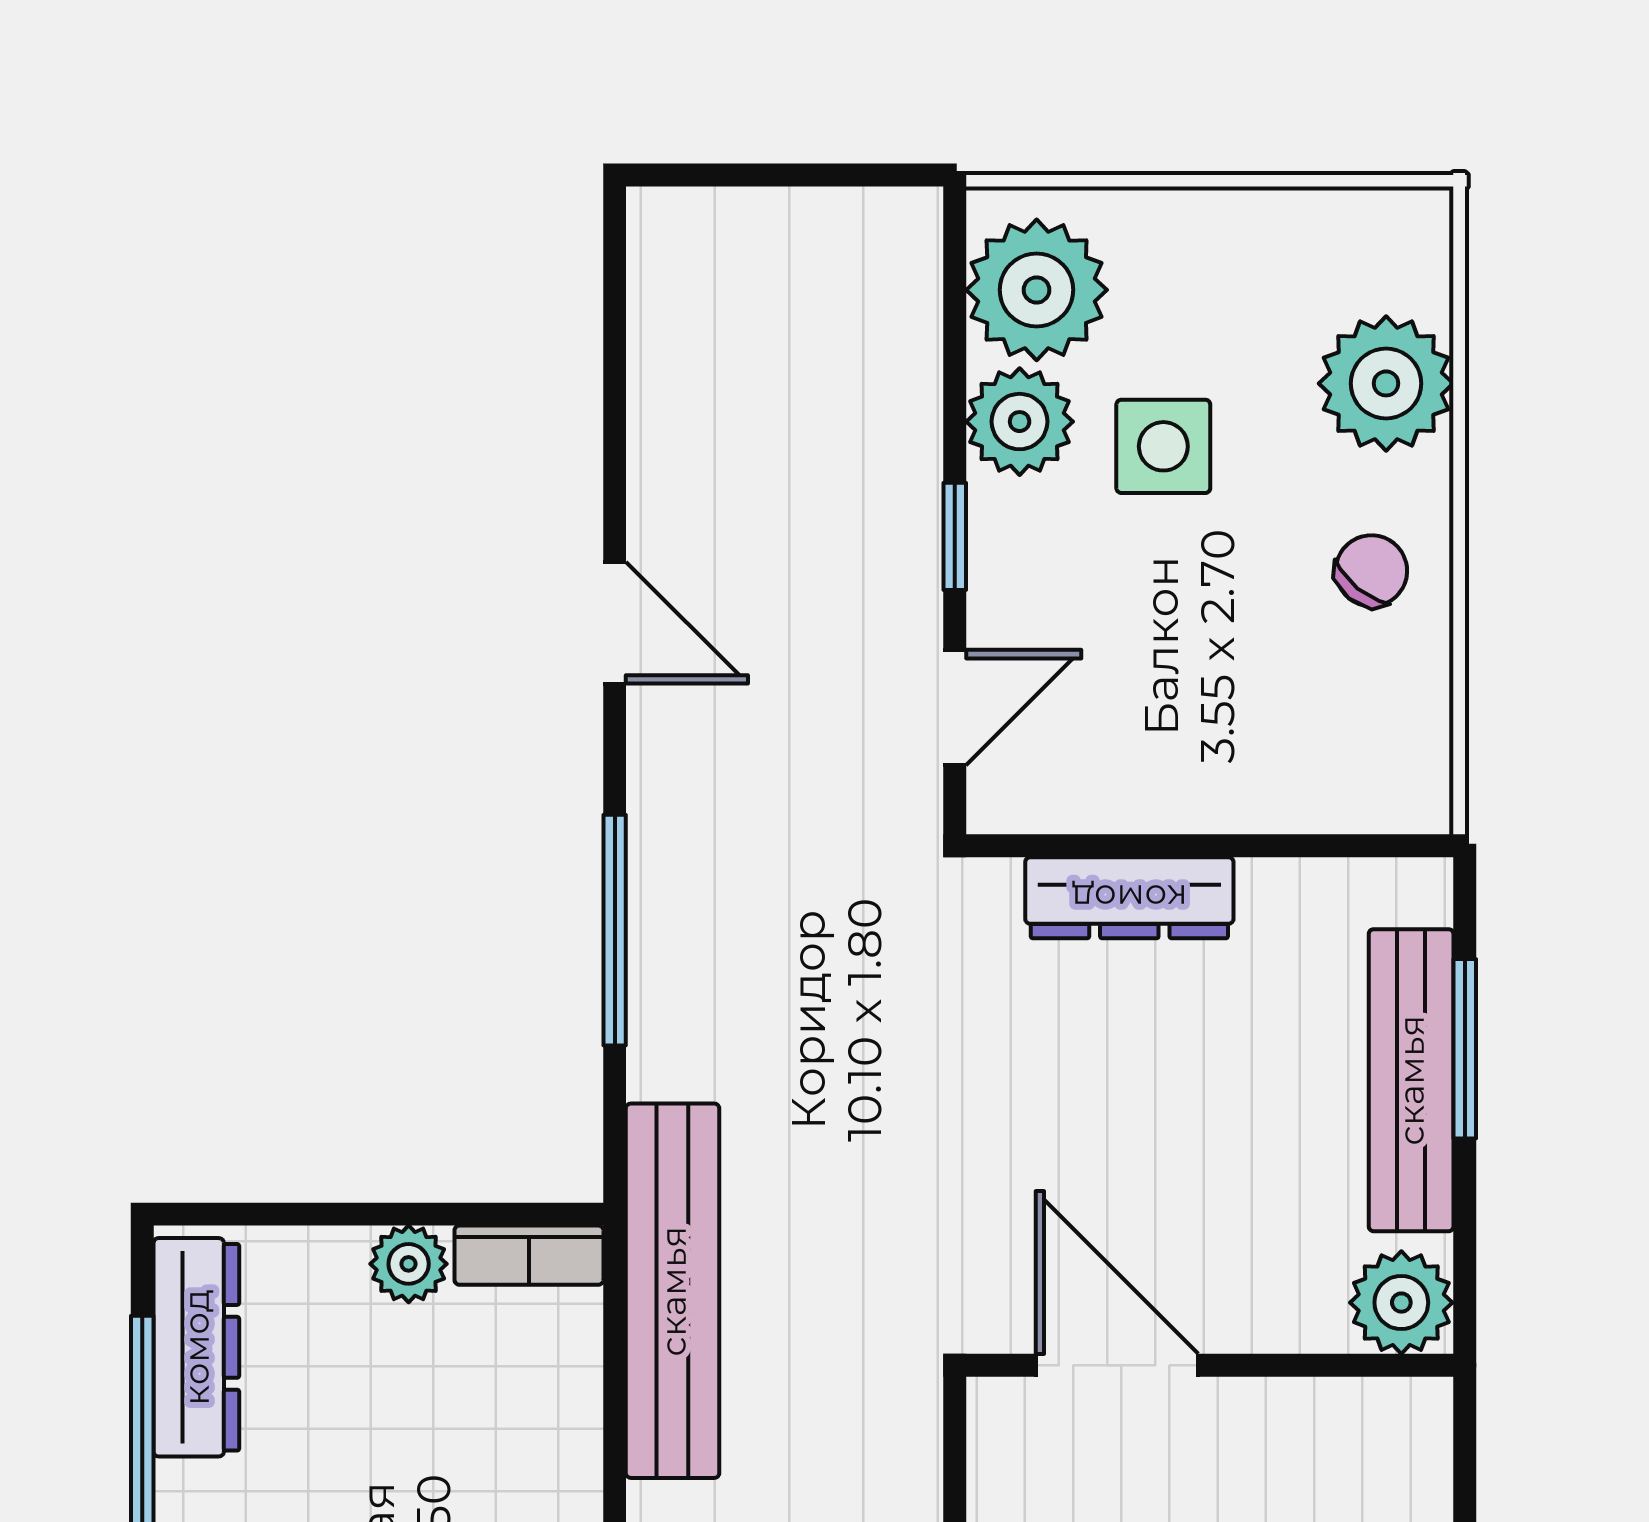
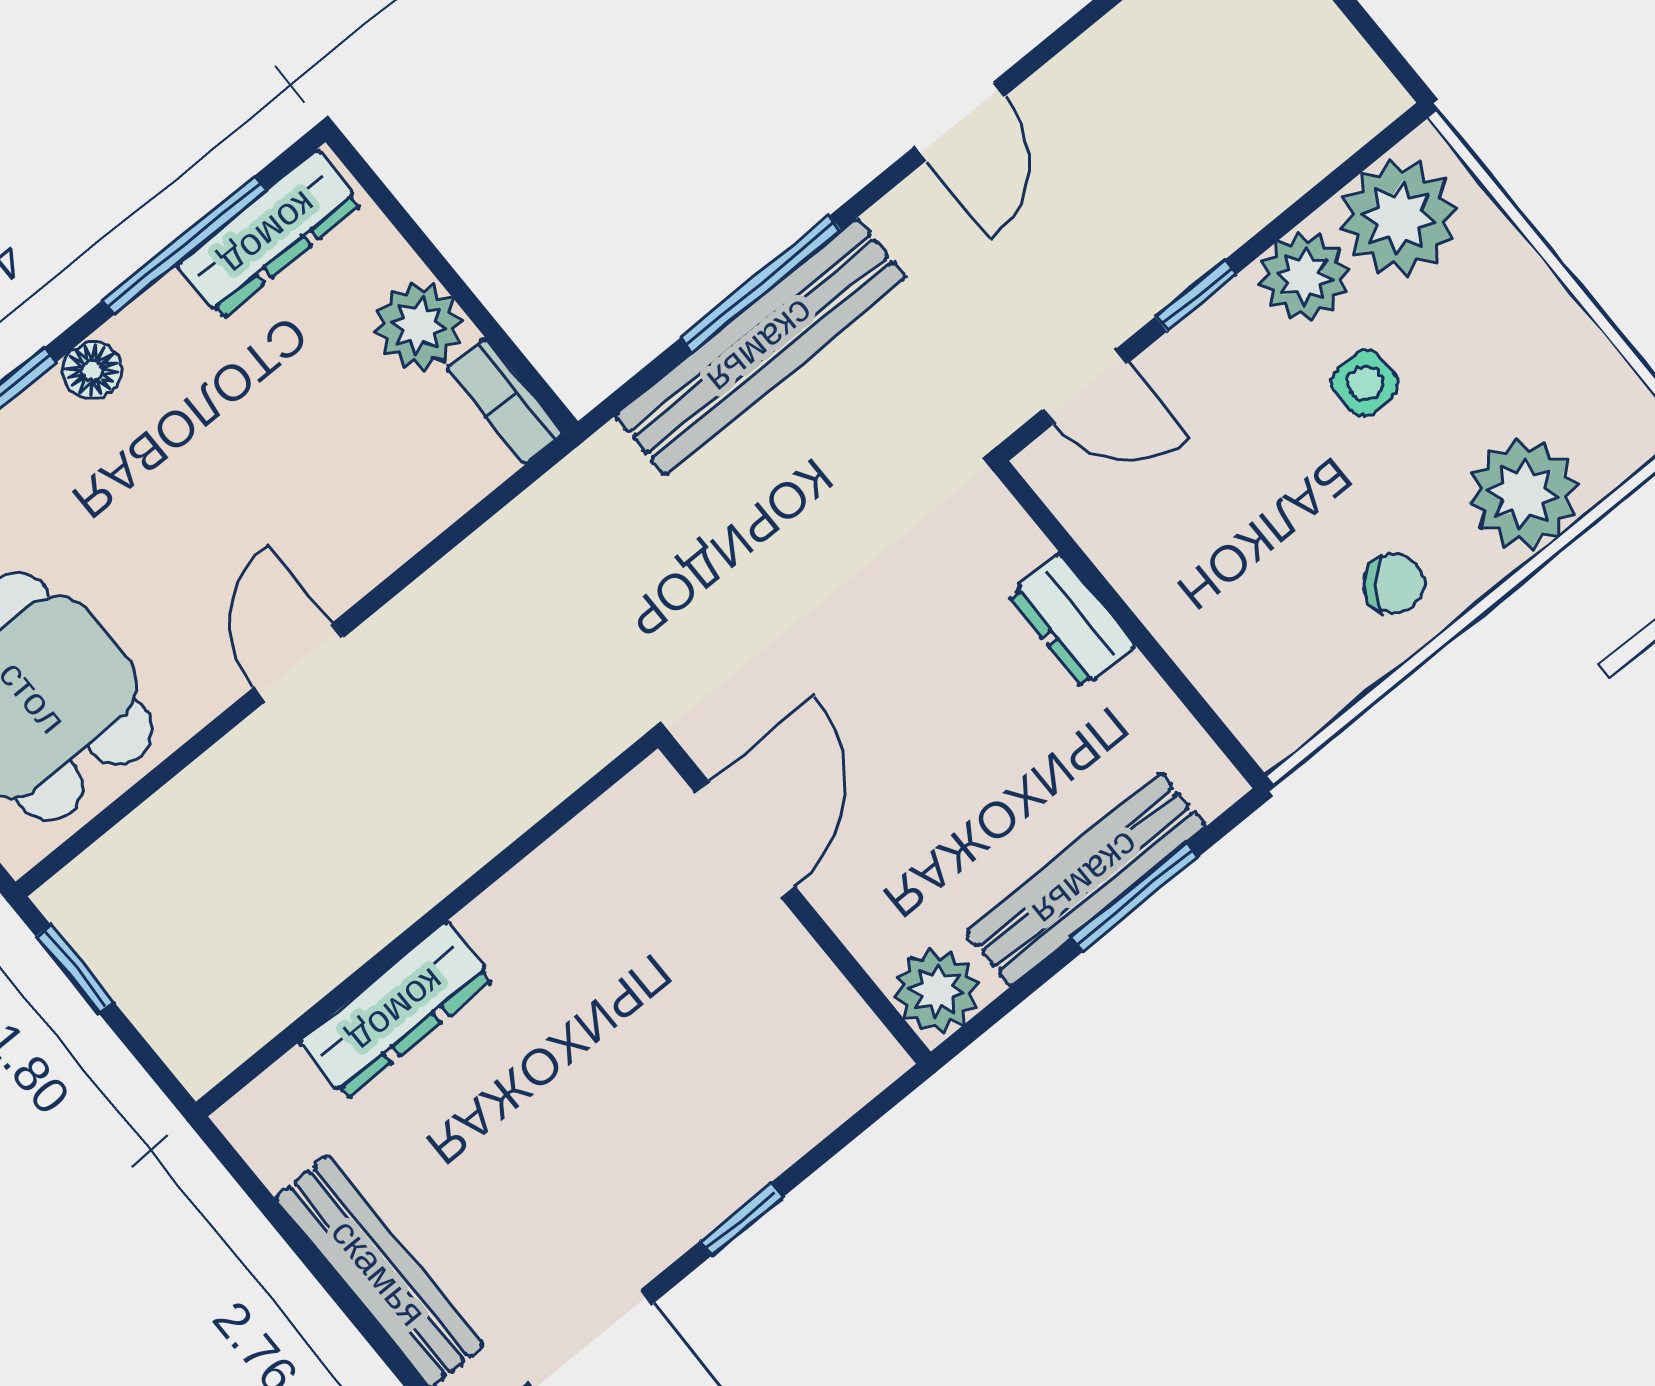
side table: (1163, 446) -> (1365, 383), width x0.73, depth x0.73
dresser: (1129, 898) -> (1071, 621), width x0.70
plant: (409, 1264) -> (419, 326), width x1.38, depth x1.38
bench: (673, 1291) -> (761, 347), moved

